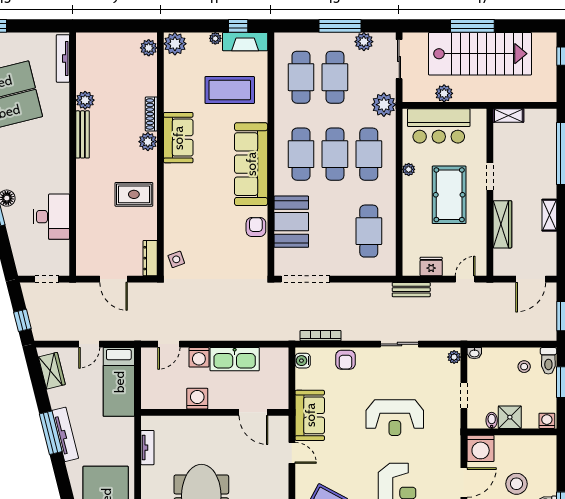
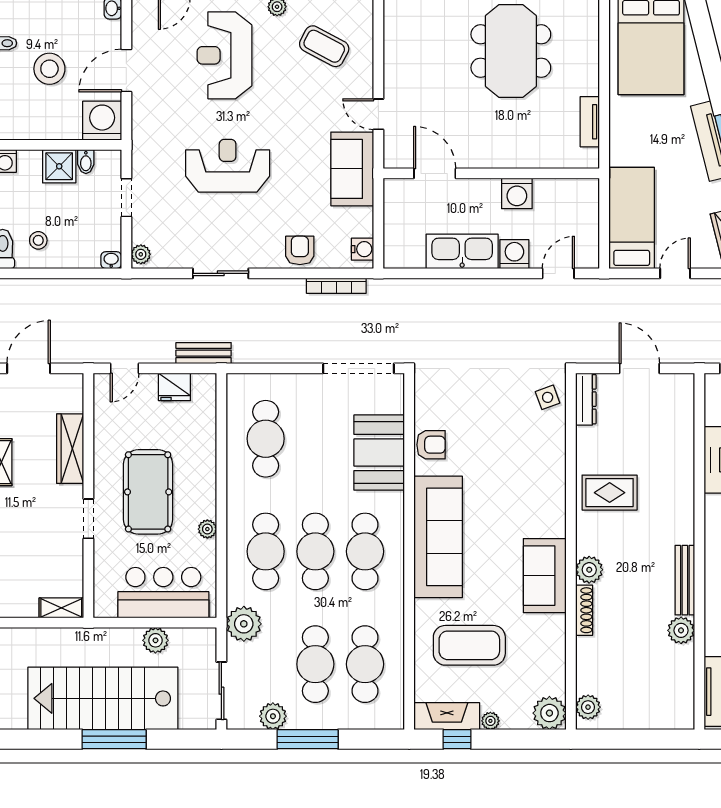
armchair: (256, 227) -> (431, 445), turned -90

